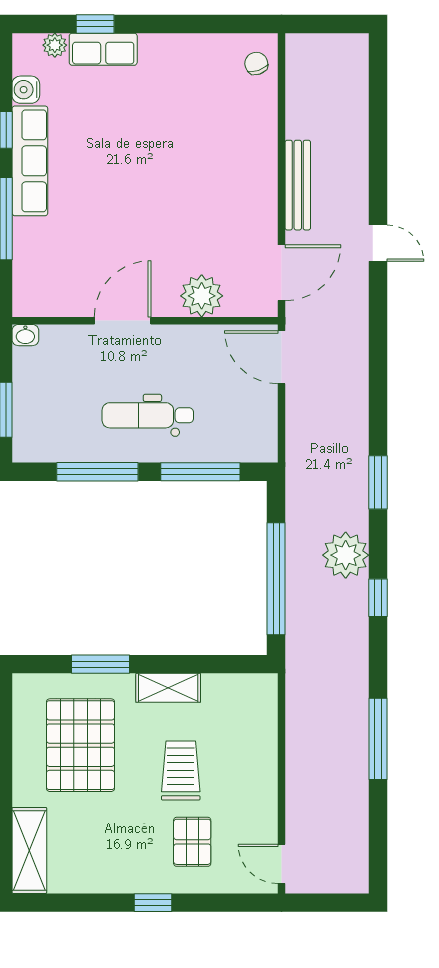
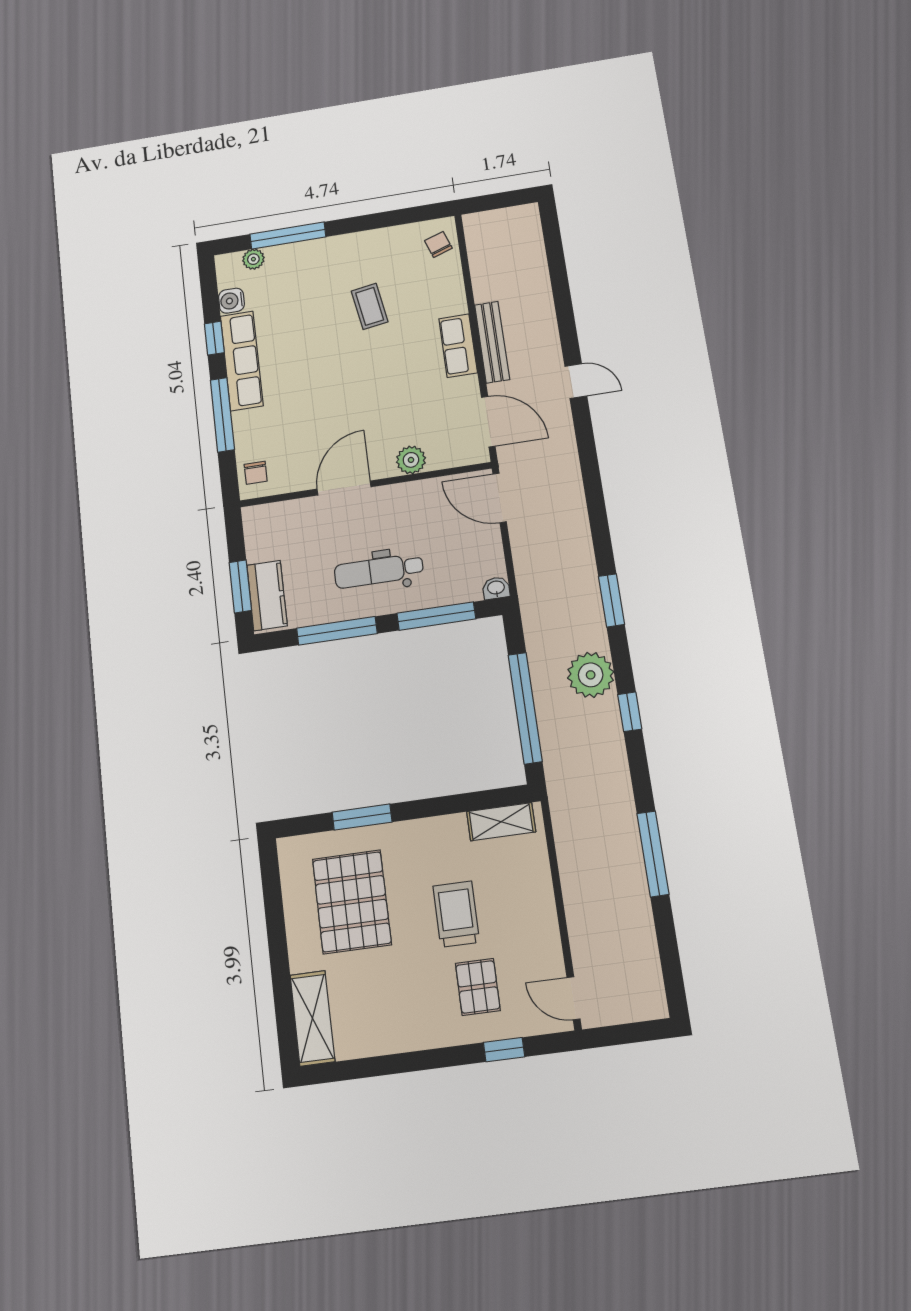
window: (95, 24) -> (288, 235), width x2.17
row of seats: (103, 49) -> (458, 346), moved, turned 90
coffee table: (174, 122) -> (370, 306), added
door: (282, 273) -> (488, 422), hinge flipped
chair: (32, 289) -> (256, 473), added
plant: (202, 296) -> (411, 460), width x0.73, depth x0.73
washbasin: (25, 335) -> (496, 588), moved, turned 180
kitchen counter: (30, 424) -> (267, 595), added
shelving: (168, 688) -> (501, 822), moved
window: (153, 903) -> (504, 1050), moved

